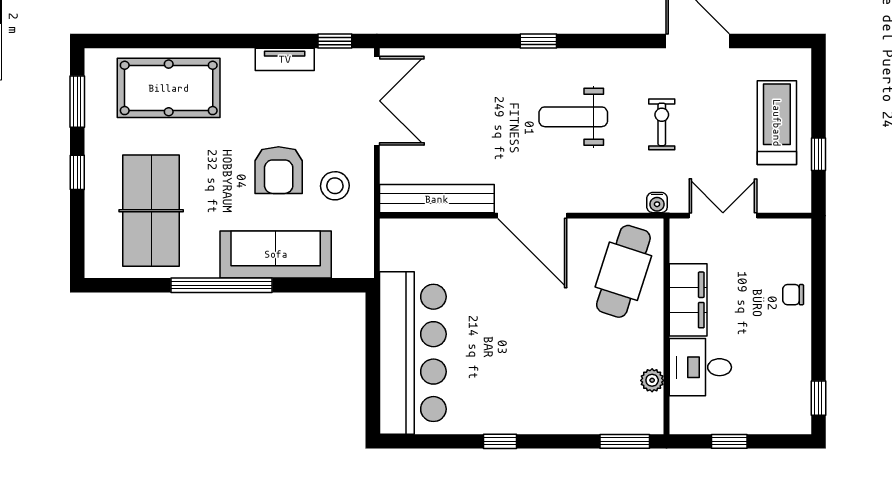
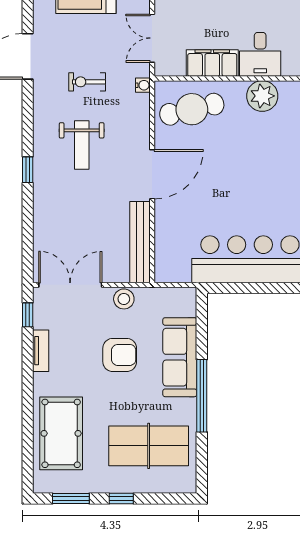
stool: (335, 186) -> (124, 299), moved
cafe table: (623, 271) -> (192, 109), turned -31
plant: (652, 380) -> (262, 96), width x1.87, depth x1.87

